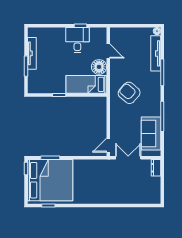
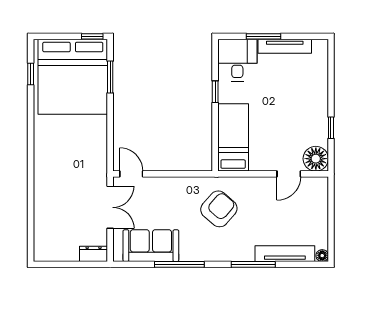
desk: (77, 40) -> (237, 60), moved, turned -90
floor lamp: (99, 67) -> (316, 159), moved

